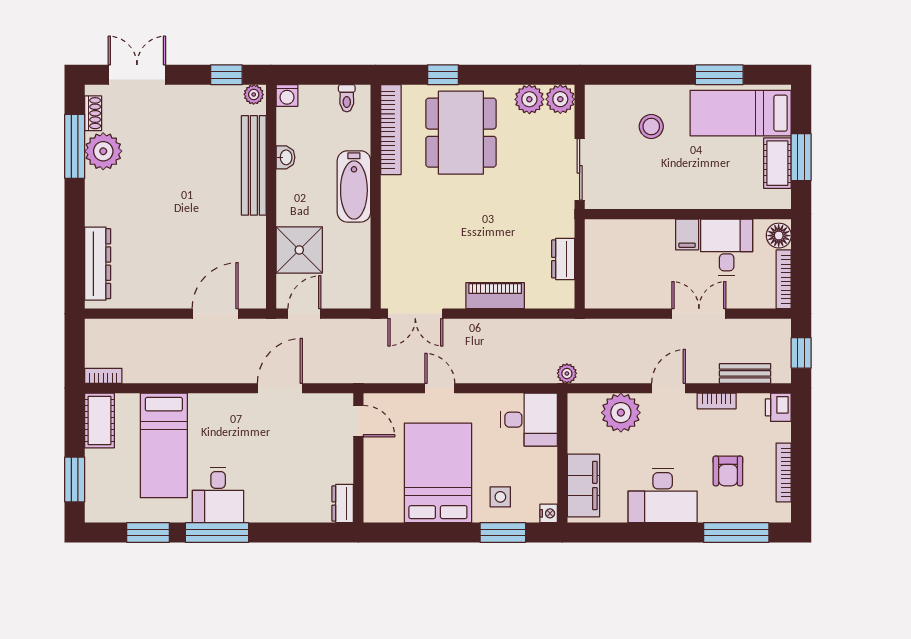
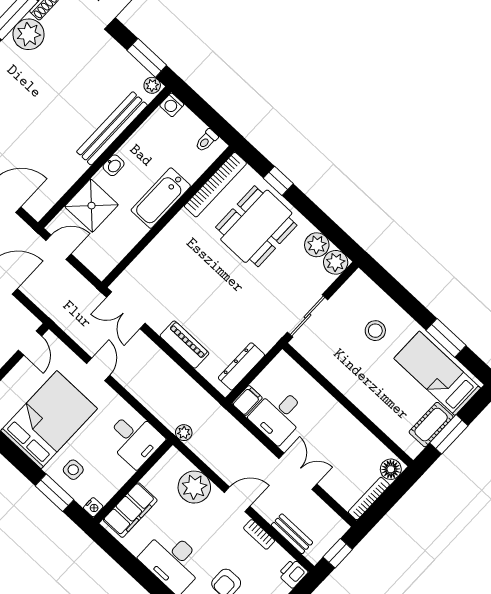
window: (226, 75) -> (147, 58), width x1.50
washbasin: (286, 157) -> (114, 165), moved
filing cabinet: (687, 234) -> (247, 401), moved, turned 180
desk: (727, 247) -> (278, 415), moved, turned 180
dresser: (563, 259) -> (241, 366), width x1.44

